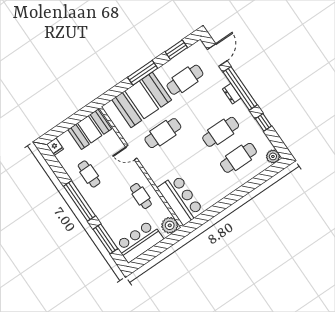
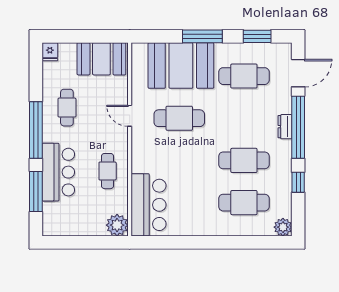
bar counter: (139, 241) -> (58, 172), moved, turned 90

